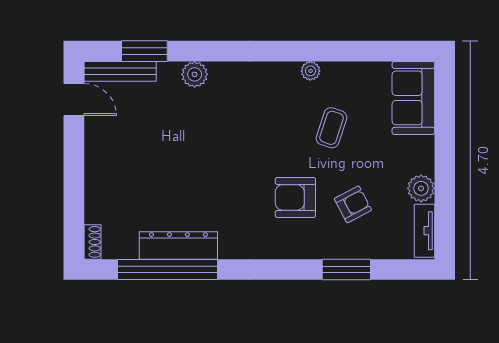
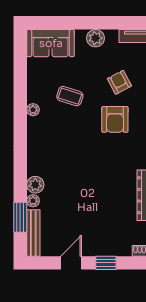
plant: (170, 71) -> (33, 201), added
door: (74, 99) -> (71, 263), moved
window: (74, 183) -> (106, 263), added
plant: (421, 188) -> (95, 38), moved

